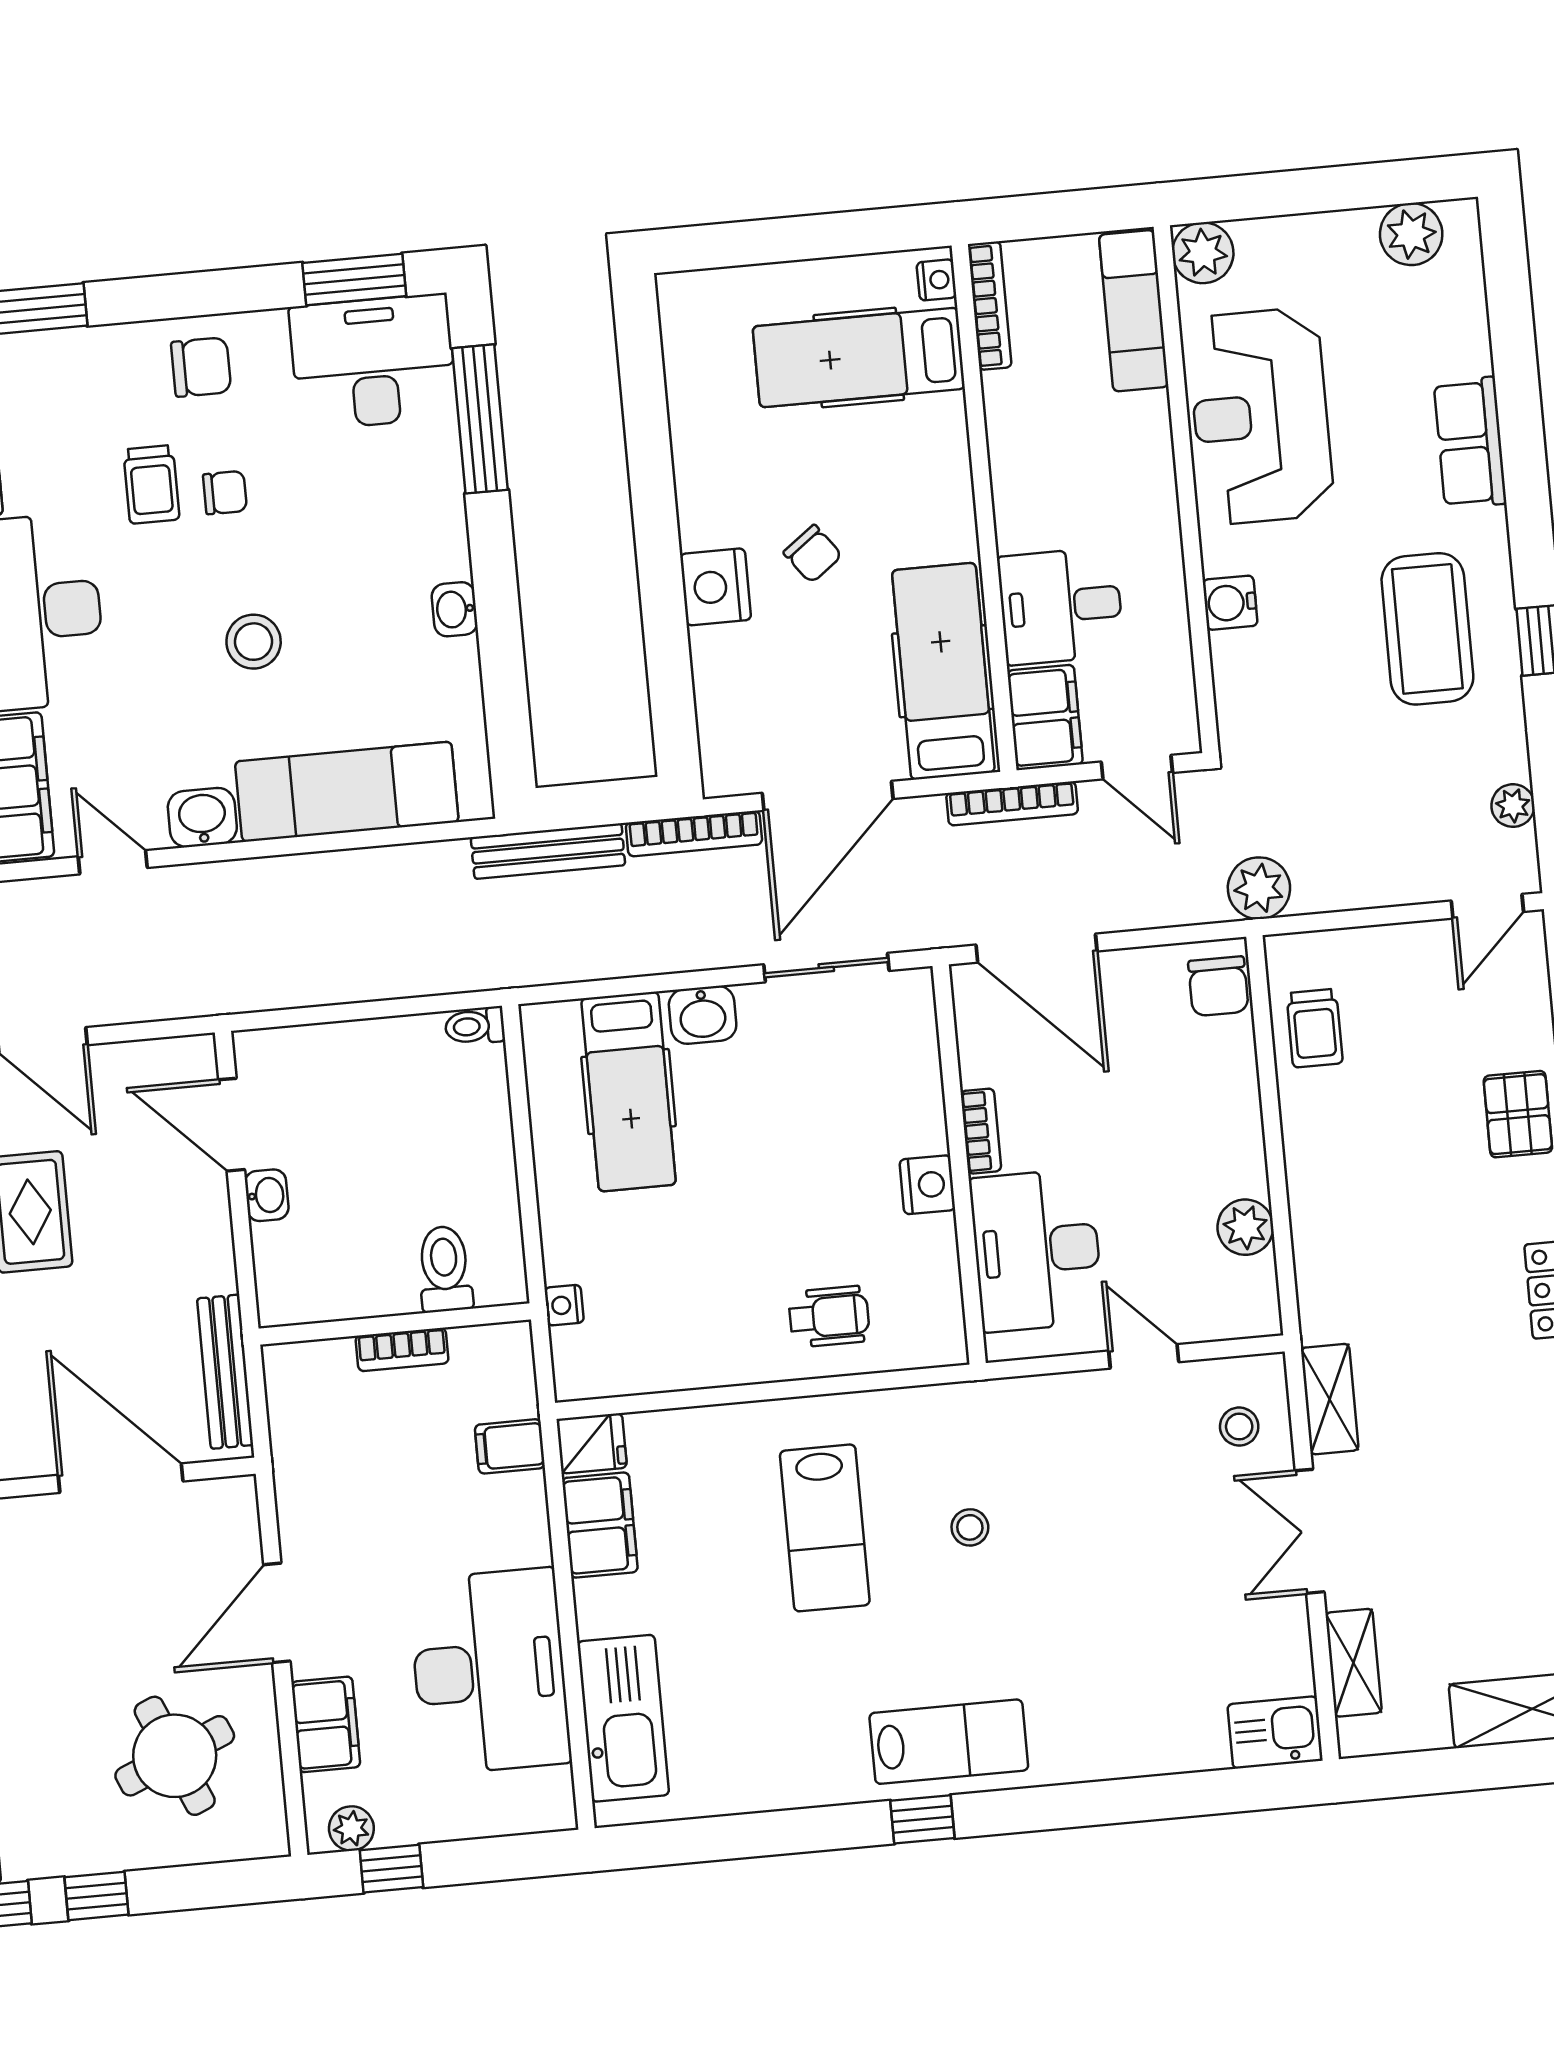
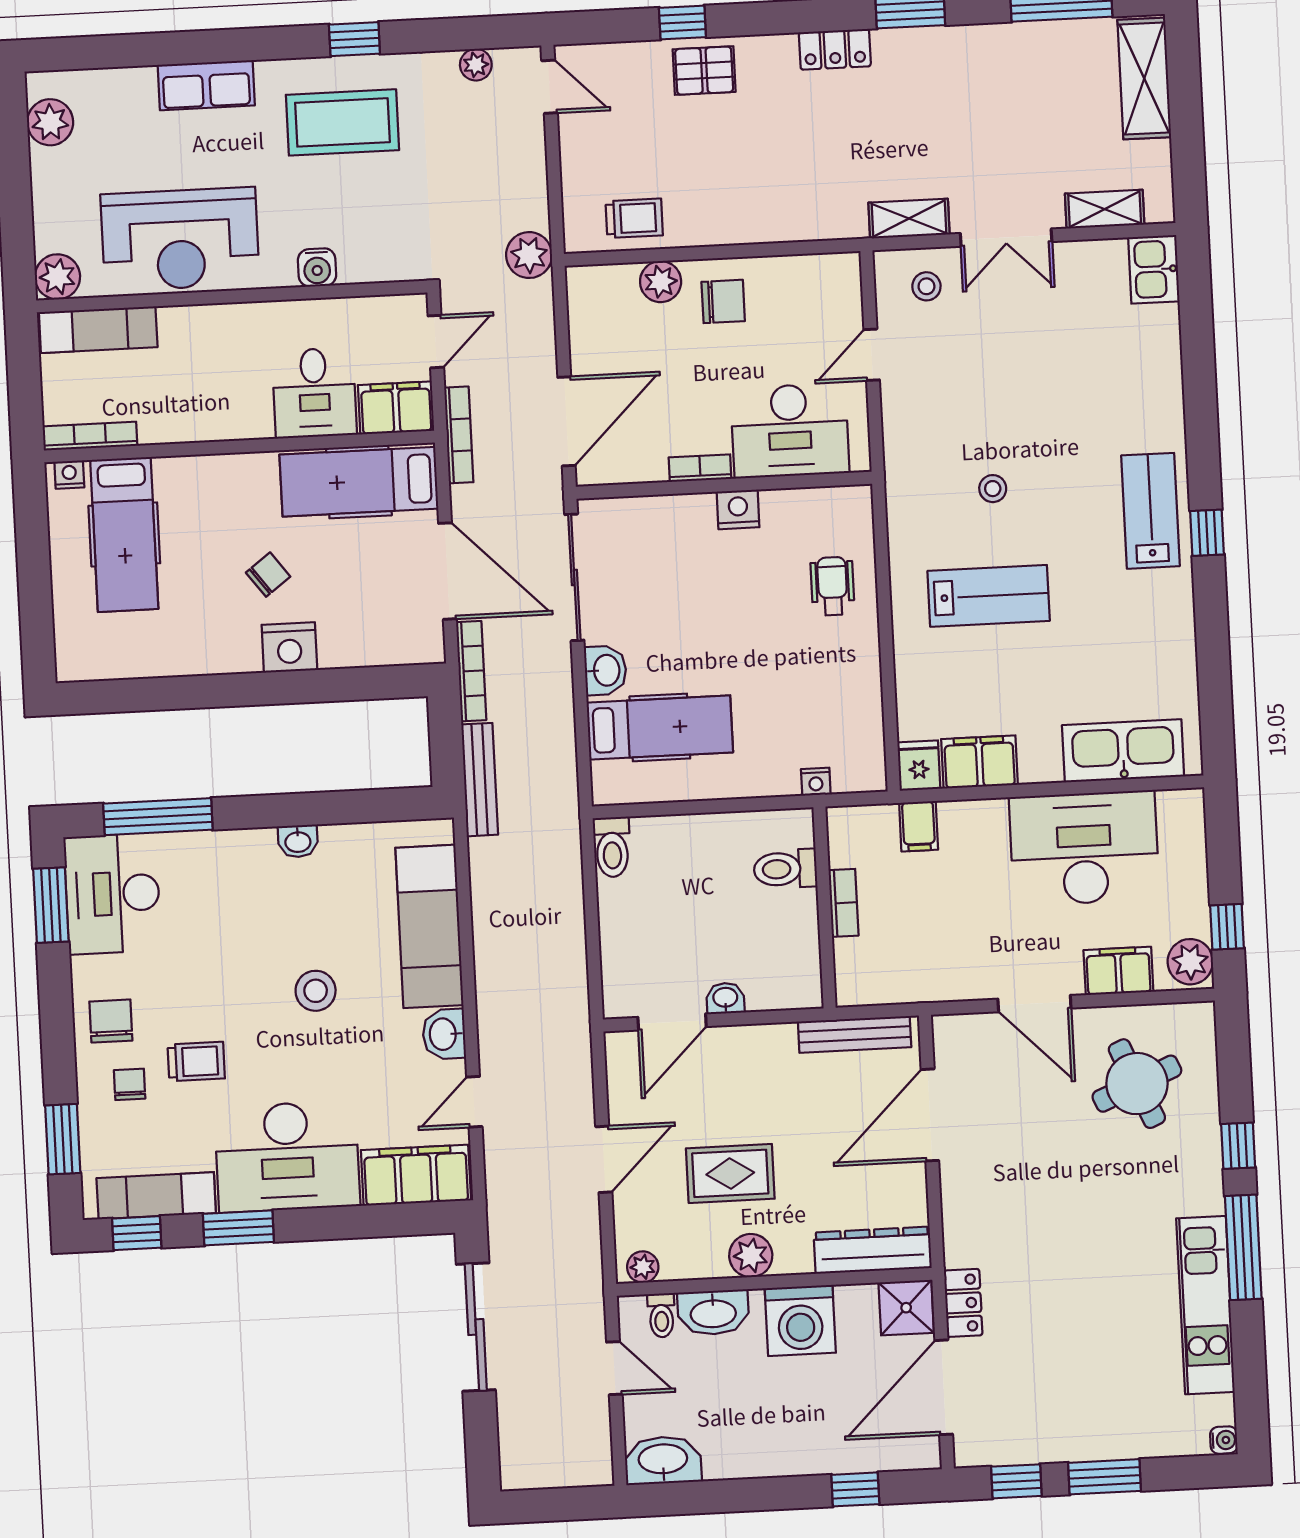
chair: (225, 493) -> (130, 1084), moved
sliding door: (826, 968) -> (574, 577), width x1.37
chair: (1218, 986) -> (723, 301), moved
toilet: (475, 1026) -> (612, 847), width x1.37, depth x1.39
plant: (1245, 1227) -> (661, 282), moved
plant: (351, 1828) -> (1190, 962), width x1.38, depth x1.38

